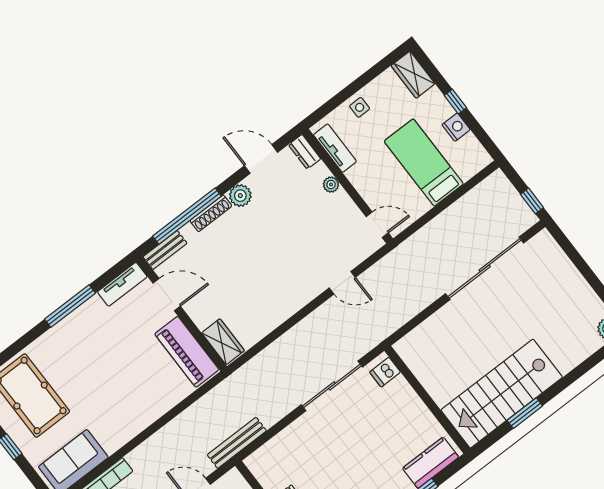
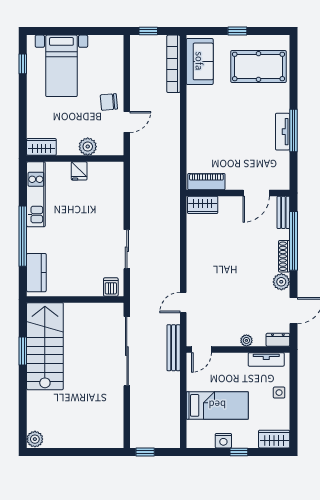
sliding door: (485, 268) -> (127, 351), moved
tv unit: (122, 284) -> (283, 132), moved
piano: (187, 352) -> (206, 182), width x0.73, depth x0.75
sliding door: (332, 386) -> (127, 249), width x0.73
bench: (237, 443) -> (174, 348), moved

